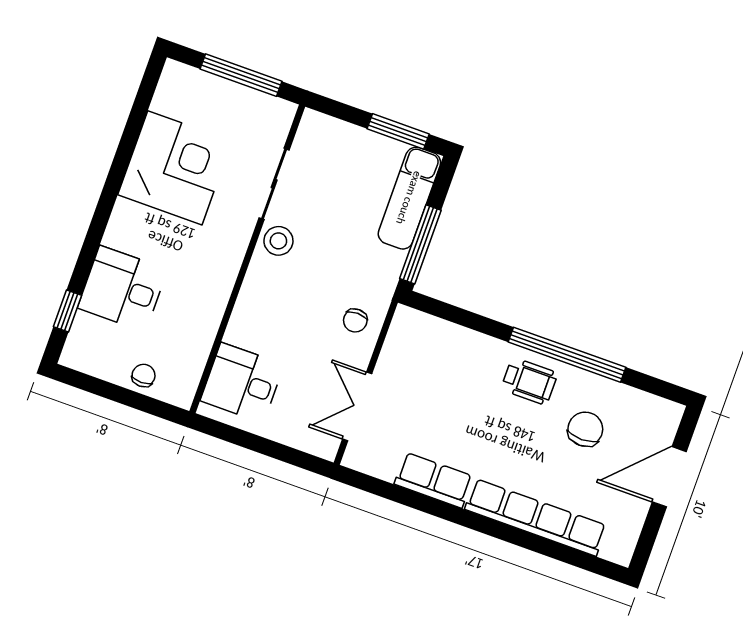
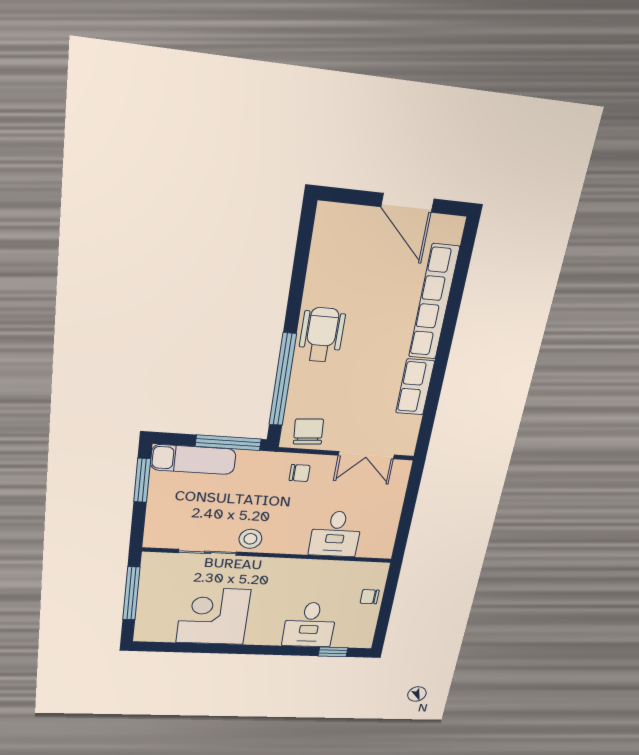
window: (567, 355) -> (283, 380), moved
wheelchair: (529, 381) -> (322, 335), width x1.36, depth x1.37
desk: (242, 383) -> (336, 534), moved
chair: (585, 429) -> (308, 432), moved, turned 86
door: (669, 477) -> (407, 203), moved

